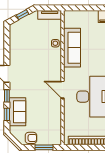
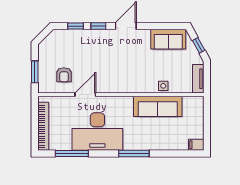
door: (63, 90) -> (85, 95), moved
sofa: (17, 112) -> (168, 39), moved
armchair: (31, 138) -> (64, 75), moved

